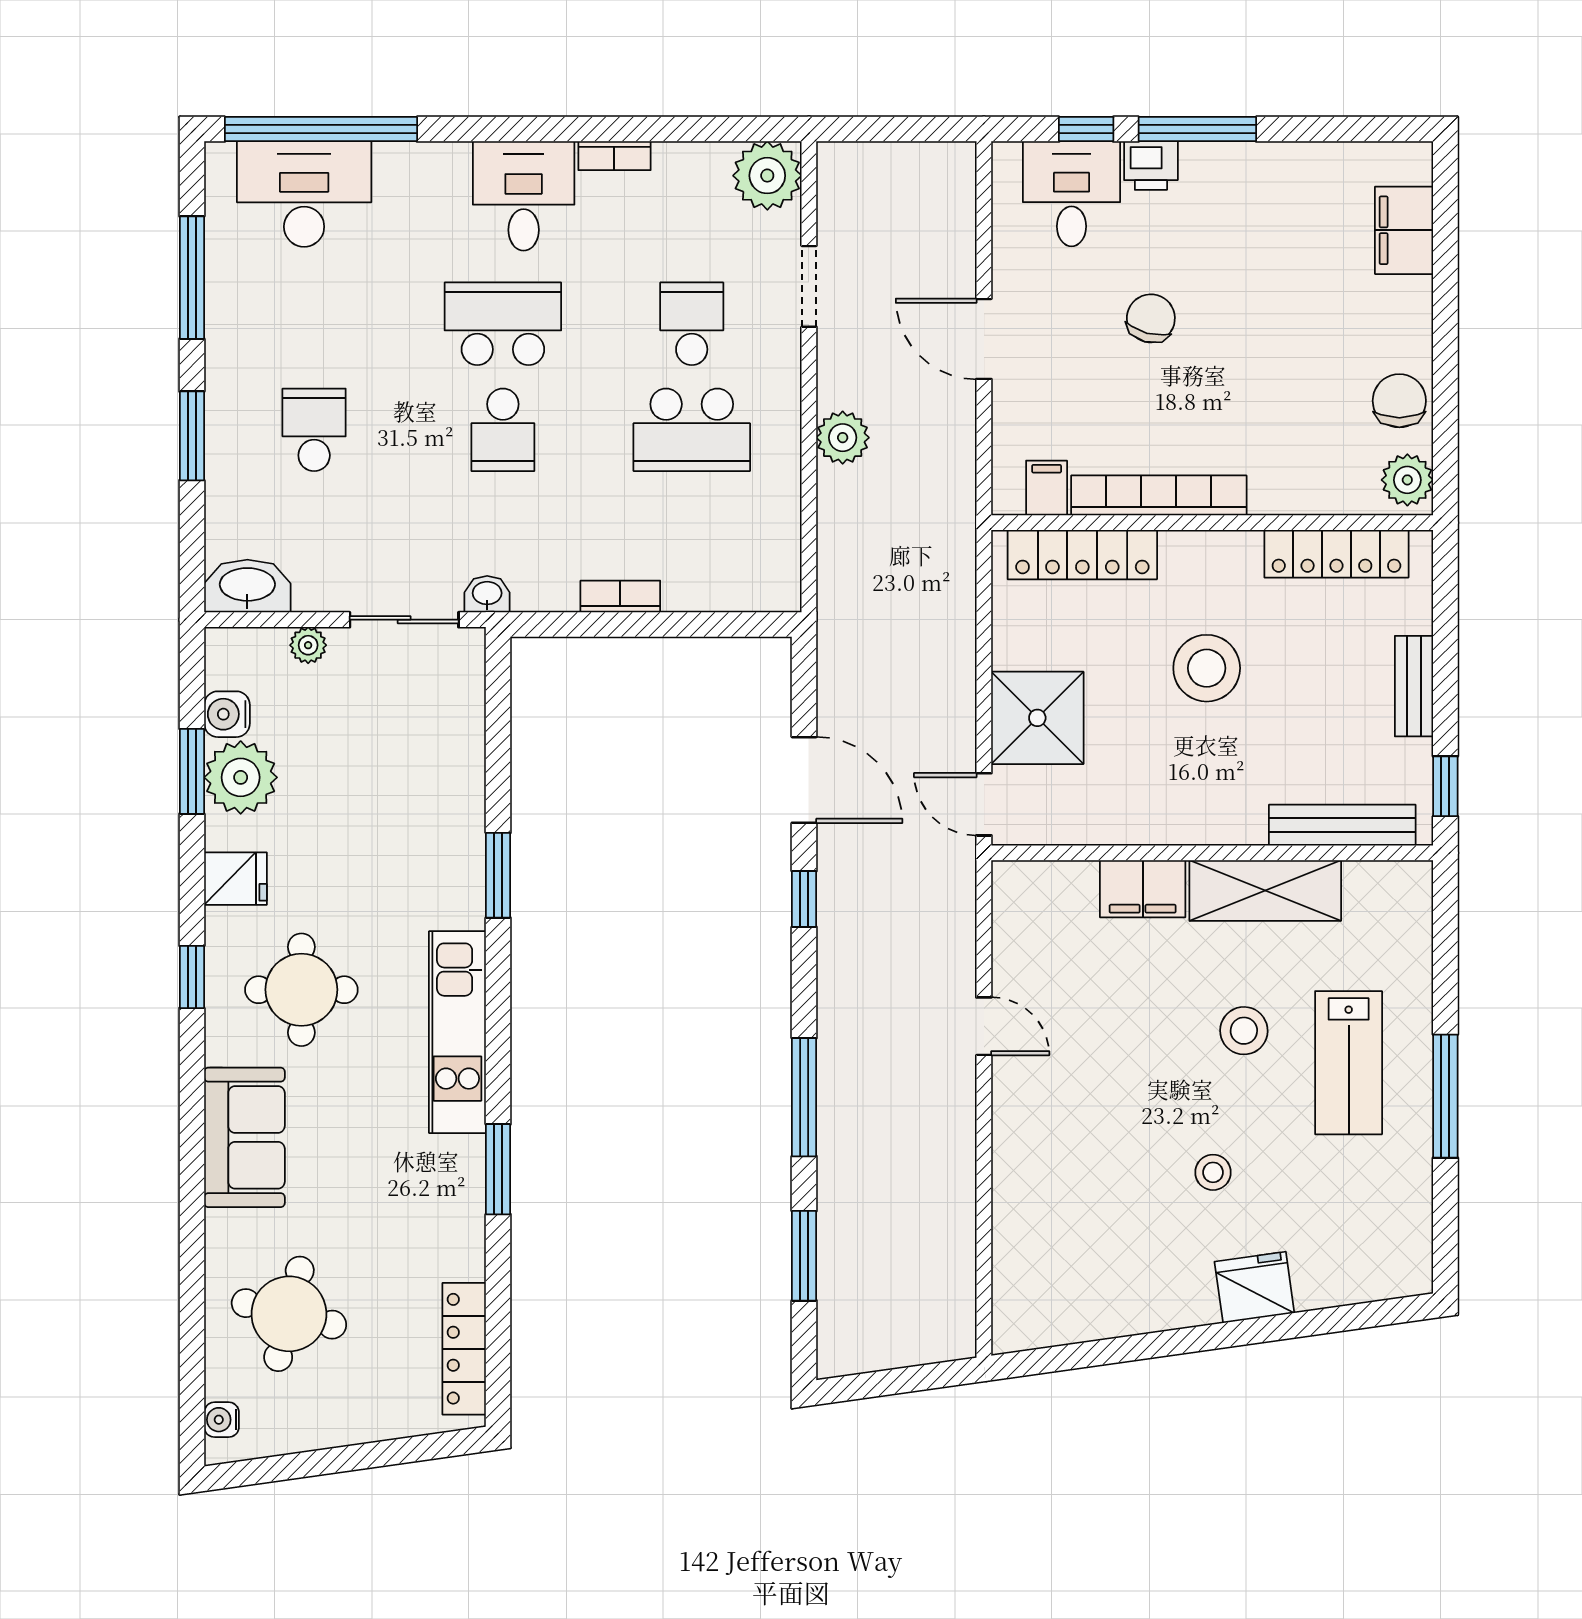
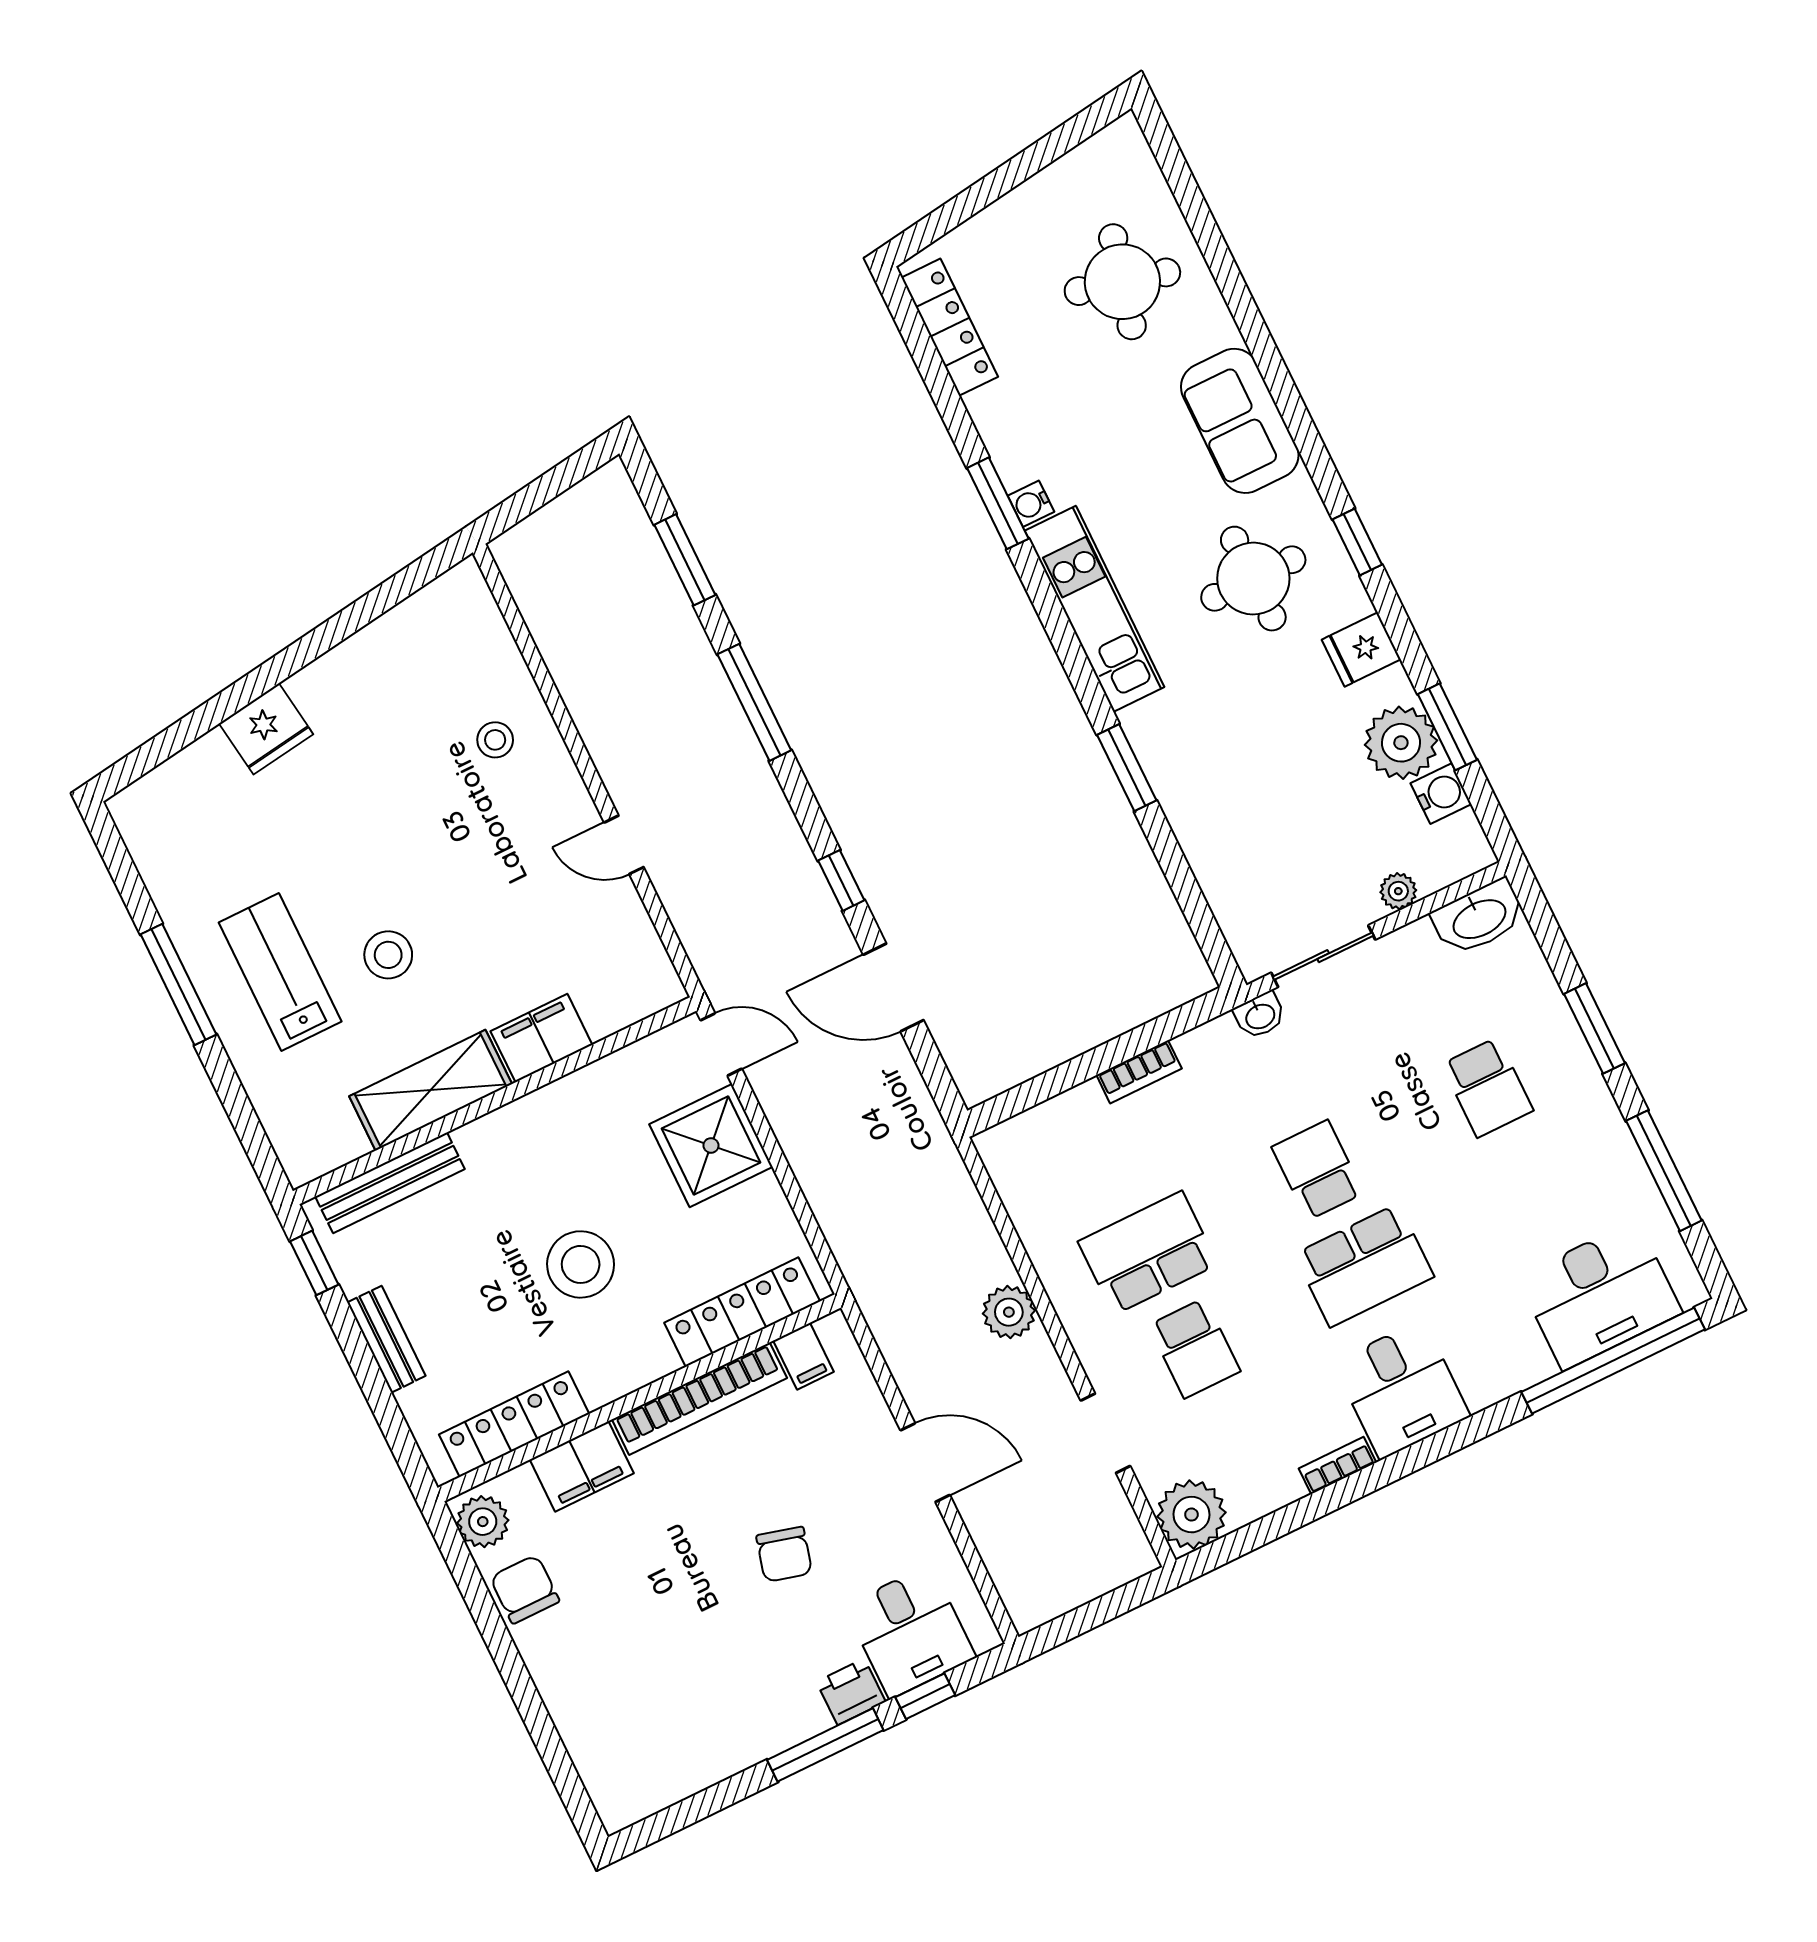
filing cabinet: (1404, 230) -> (582, 1466), moved, turned 90
chair: (1399, 401) -> (525, 1589), turned 180
stool: (1213, 1172) -> (495, 740), moved
water cooler: (222, 1420) -> (1031, 504), moved, turned 180

